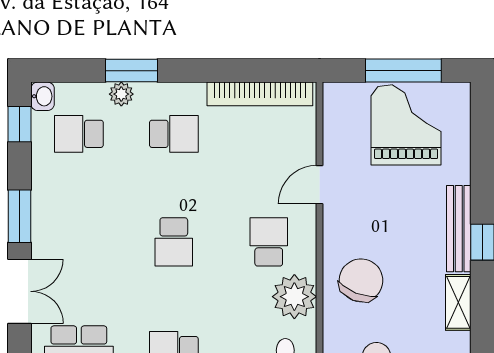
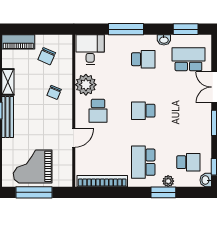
grand piano: (406, 125) -> (33, 166), turned 90
school desk: (174, 134) -> (143, 162), width x1.85
school desk: (174, 242) -> (143, 111), turned -90
chair: (361, 280) -> (54, 92), width x0.54, depth x0.54

